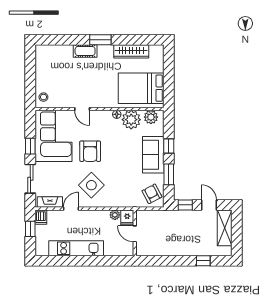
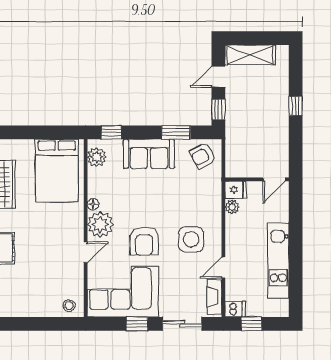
plant: (131, 120) -> (100, 224), moved
window: (169, 146) -> (111, 132), moved
armchair: (90, 151) -> (144, 241), turned 90
side table: (91, 185) -> (191, 239), turned 45
door: (71, 209) -> (223, 268), hinge flipped
door: (135, 234) -> (274, 179), moved
window: (203, 261) -> (296, 106), moved

